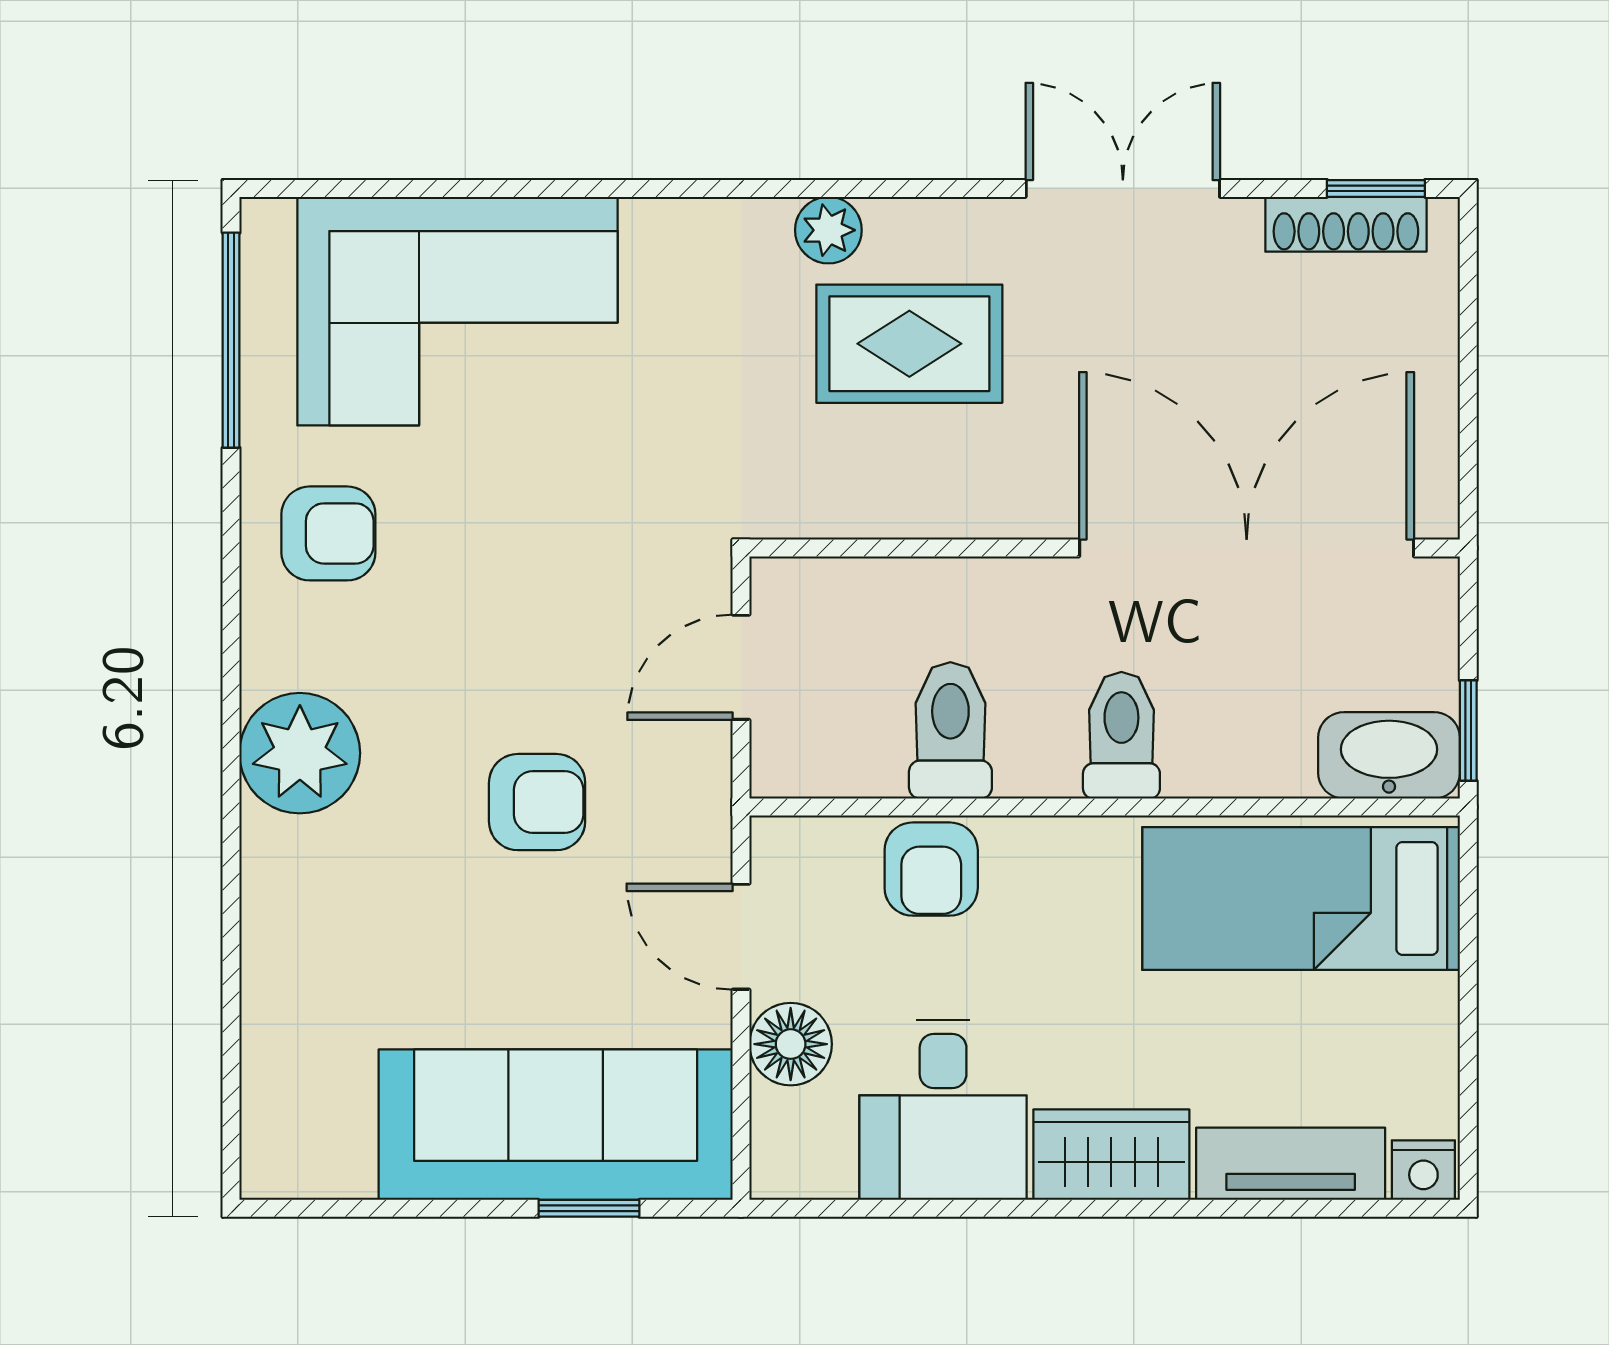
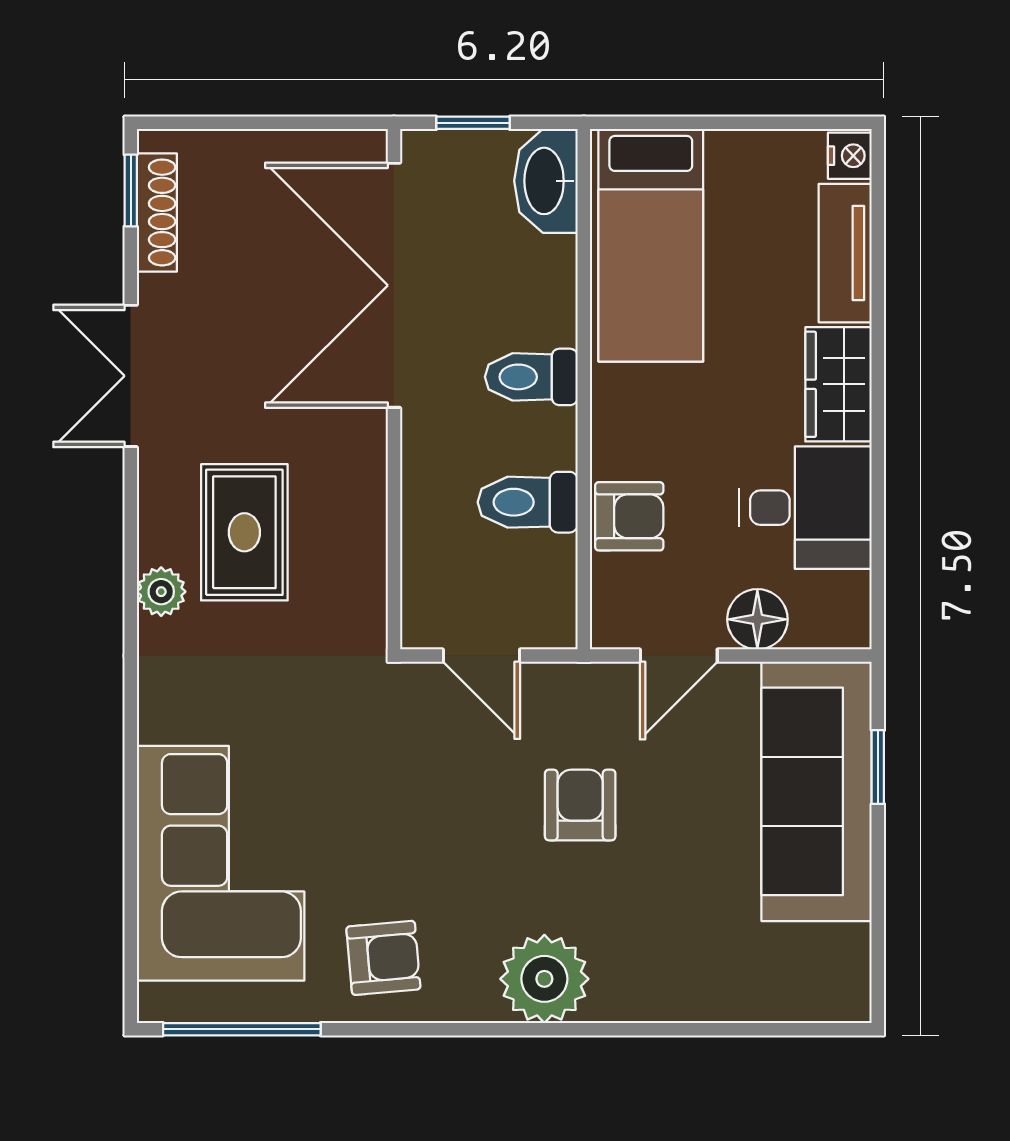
armchair: (328, 533) -> (383, 958), turned 85
window: (1468, 731) -> (473, 123), moved

